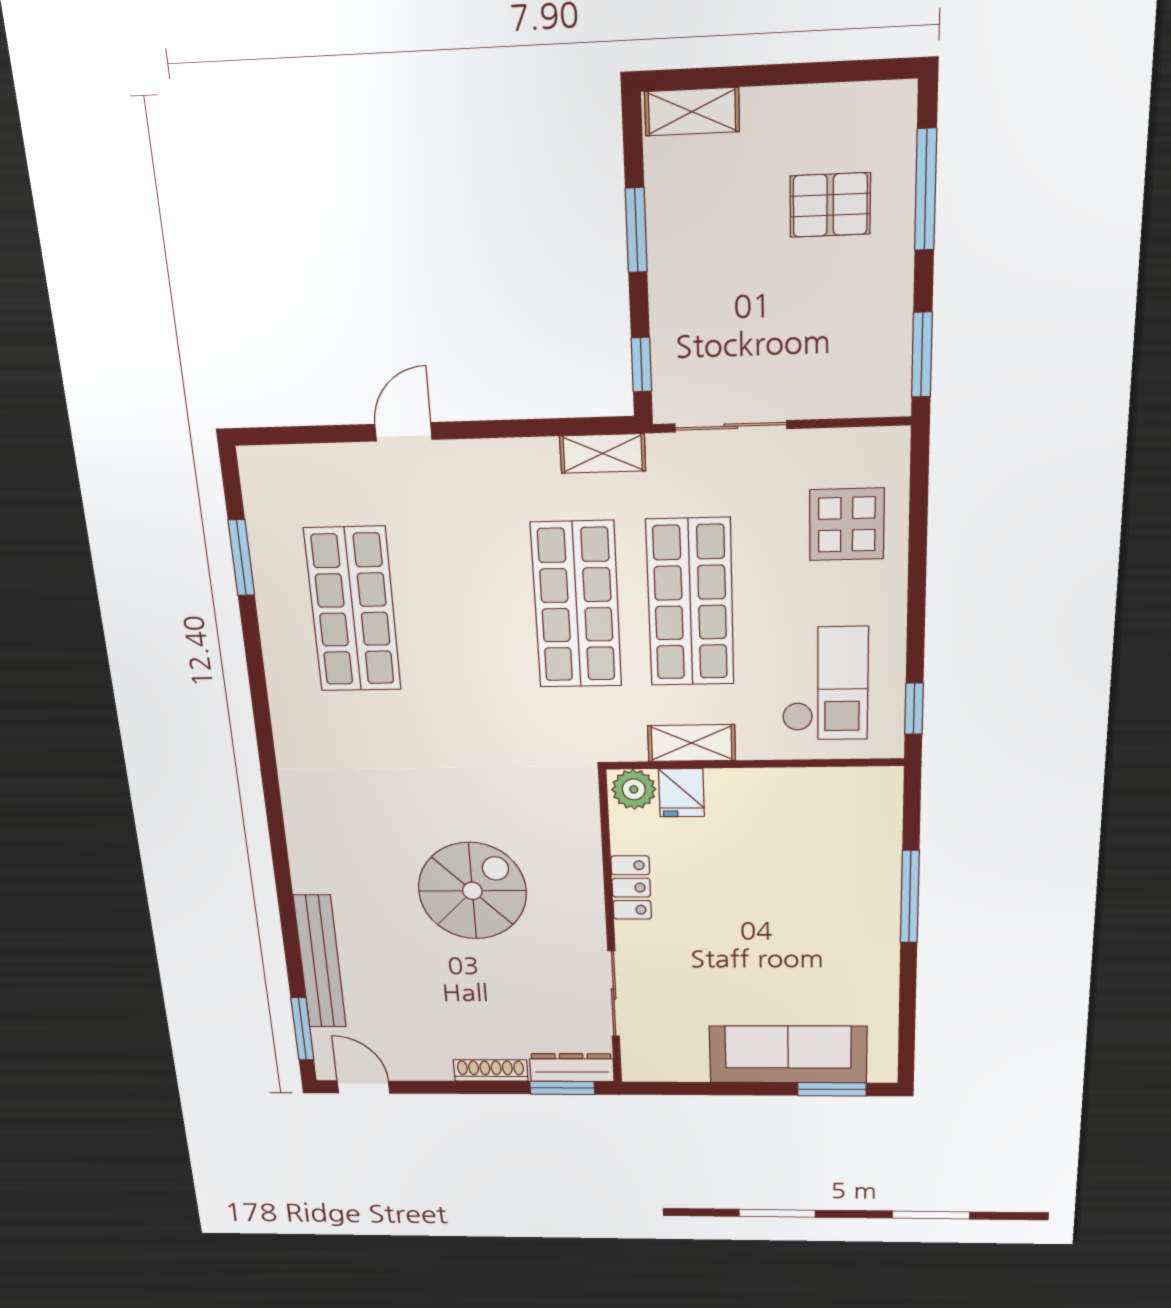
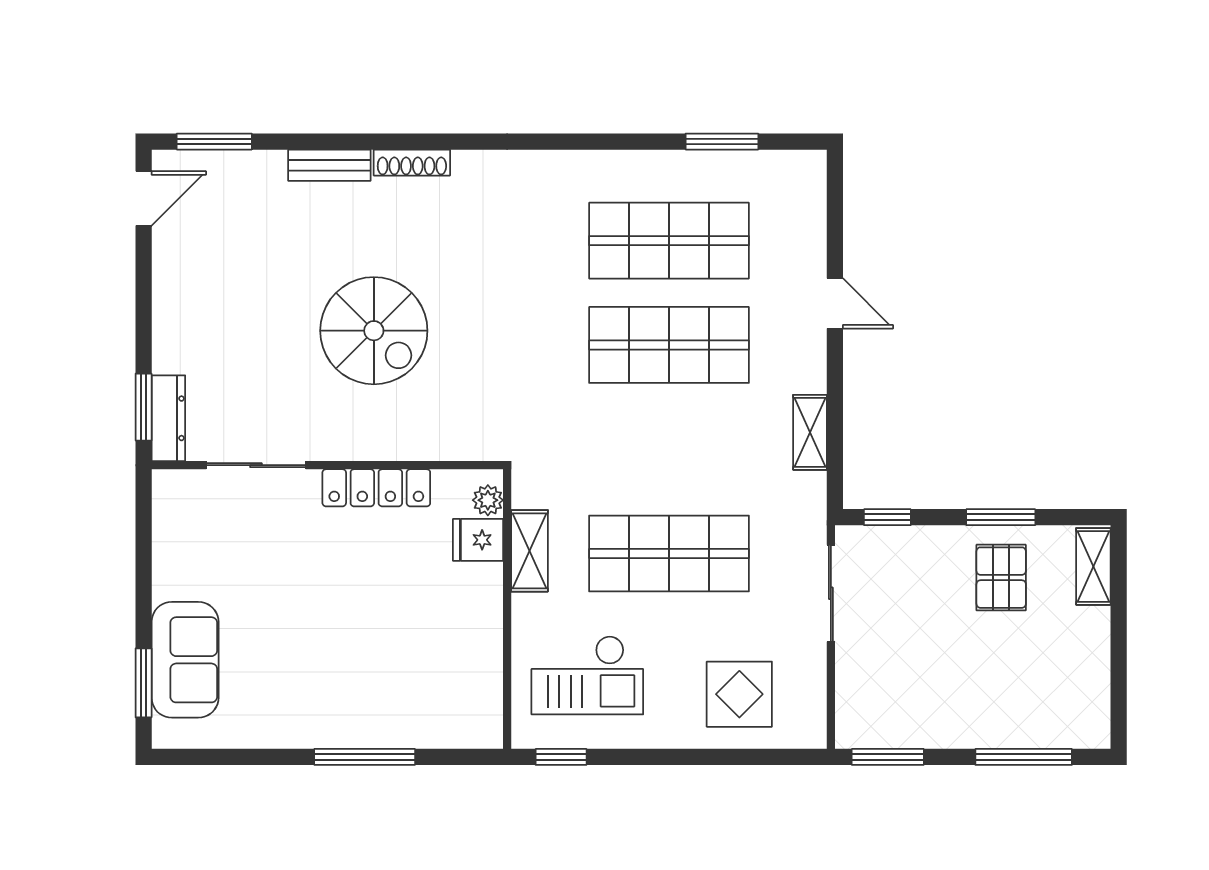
pallet: (830, 205) -> (1001, 578), moved
shelving: (603, 453) -> (810, 432), moved
shop shelf: (576, 605) -> (669, 345), moved
plant: (634, 789) -> (488, 500), width x0.73, depth x0.73
locker: (631, 888) -> (376, 488), width x1.53
bench: (320, 962) -> (329, 165), width x0.54, depth x0.82
sofa: (788, 1054) -> (185, 660), width x0.73
shoe rack: (491, 1070) -> (412, 163), moved, turned 90

